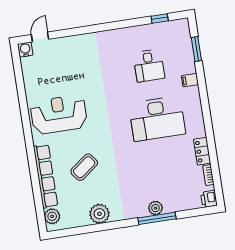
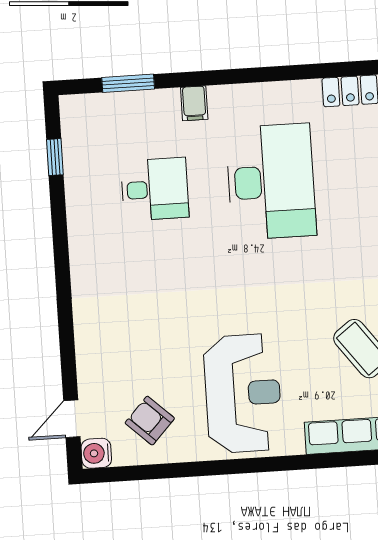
door: (40, 37) -> (72, 419), hinge flipped
armchair: (42, 73) -> (150, 421), added
reception desk: (59, 114) -> (243, 393), turned 180

